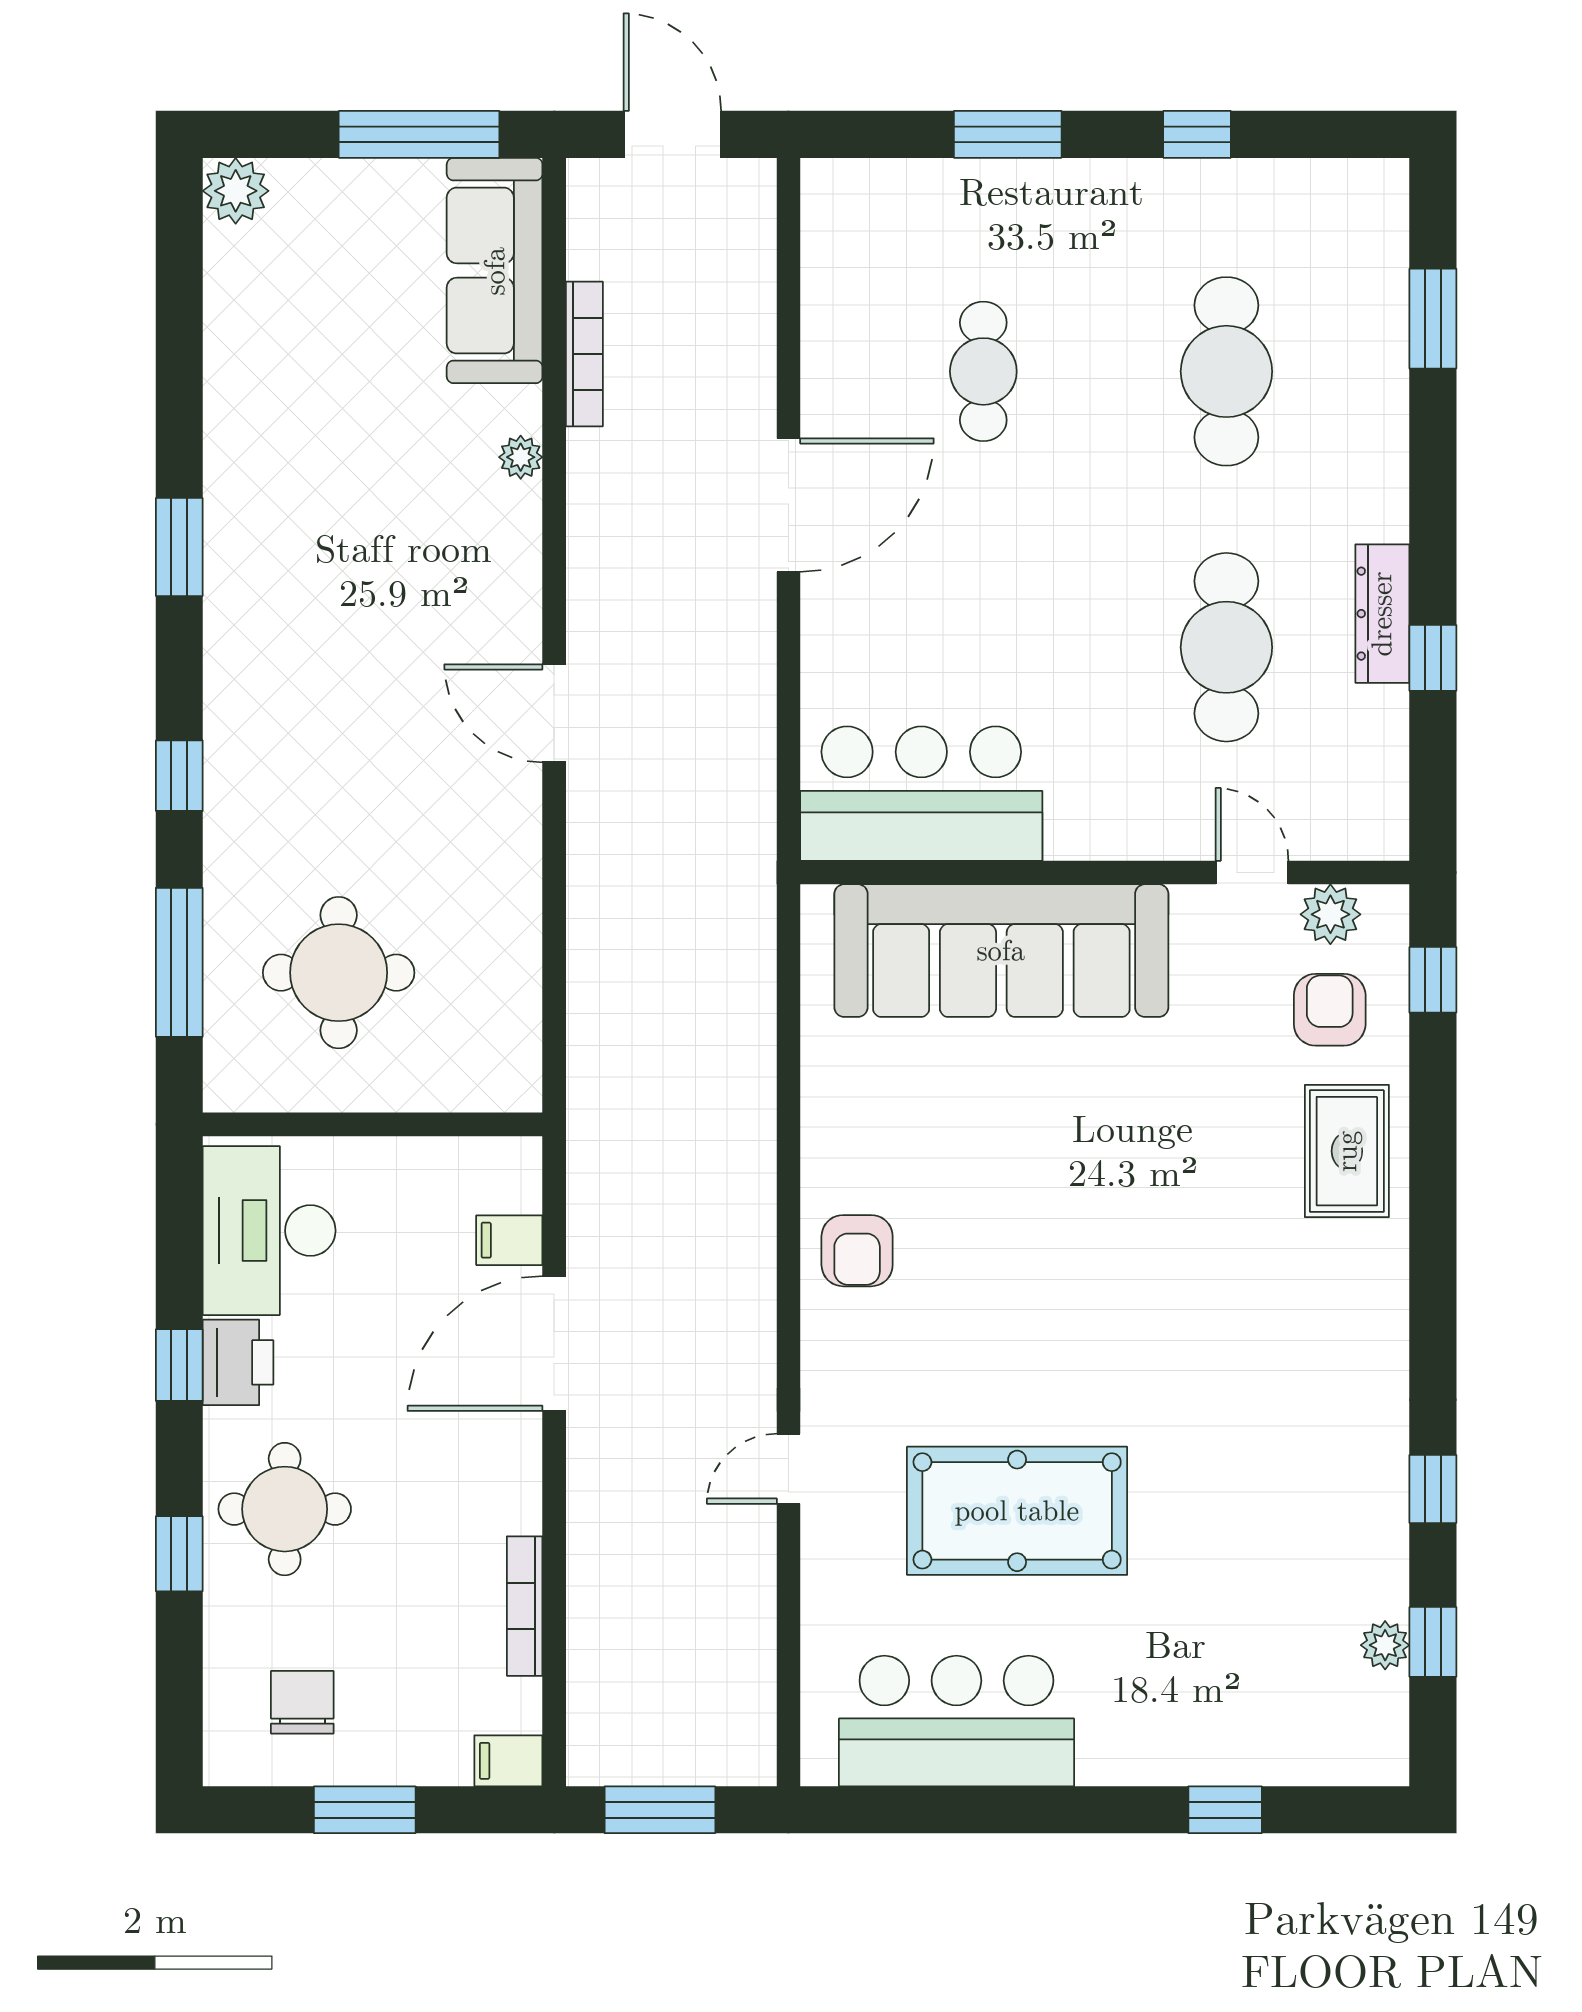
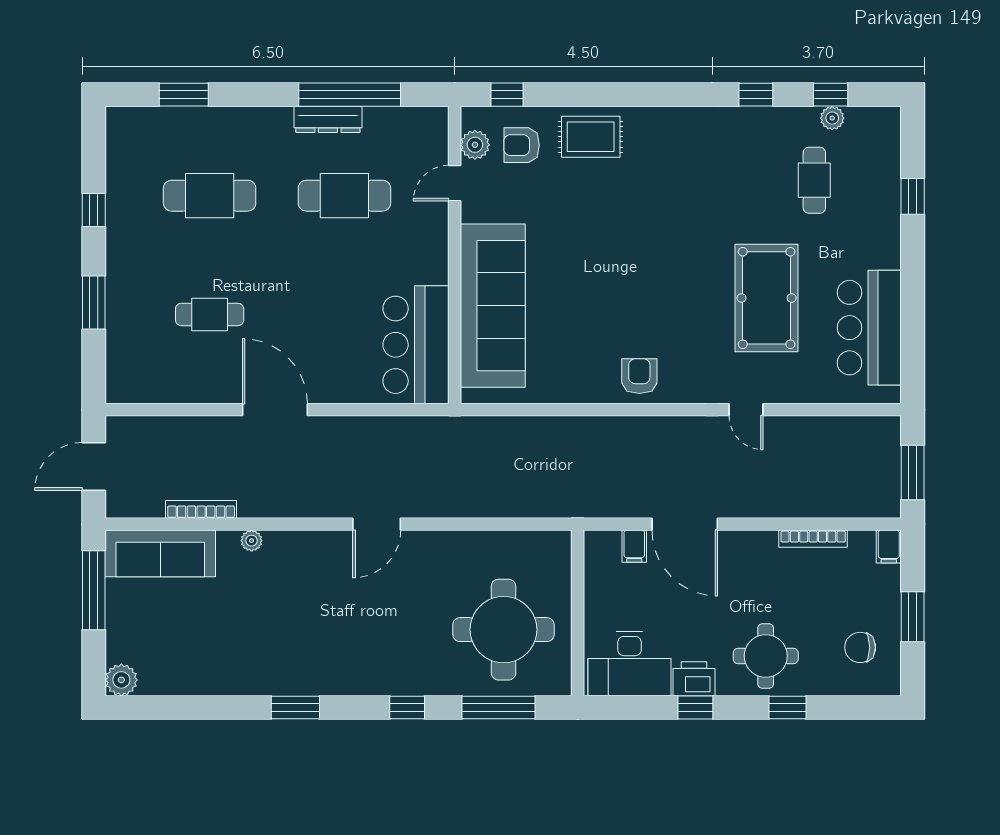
window: (1433, 658) -> (350, 95), width x3.17
round table: (339, 973) -> (503, 630), width x1.36, depth x1.36
armchair: (857, 1251) -> (639, 376), turned -90
cafe table: (1258, 1609) -> (814, 180), added

